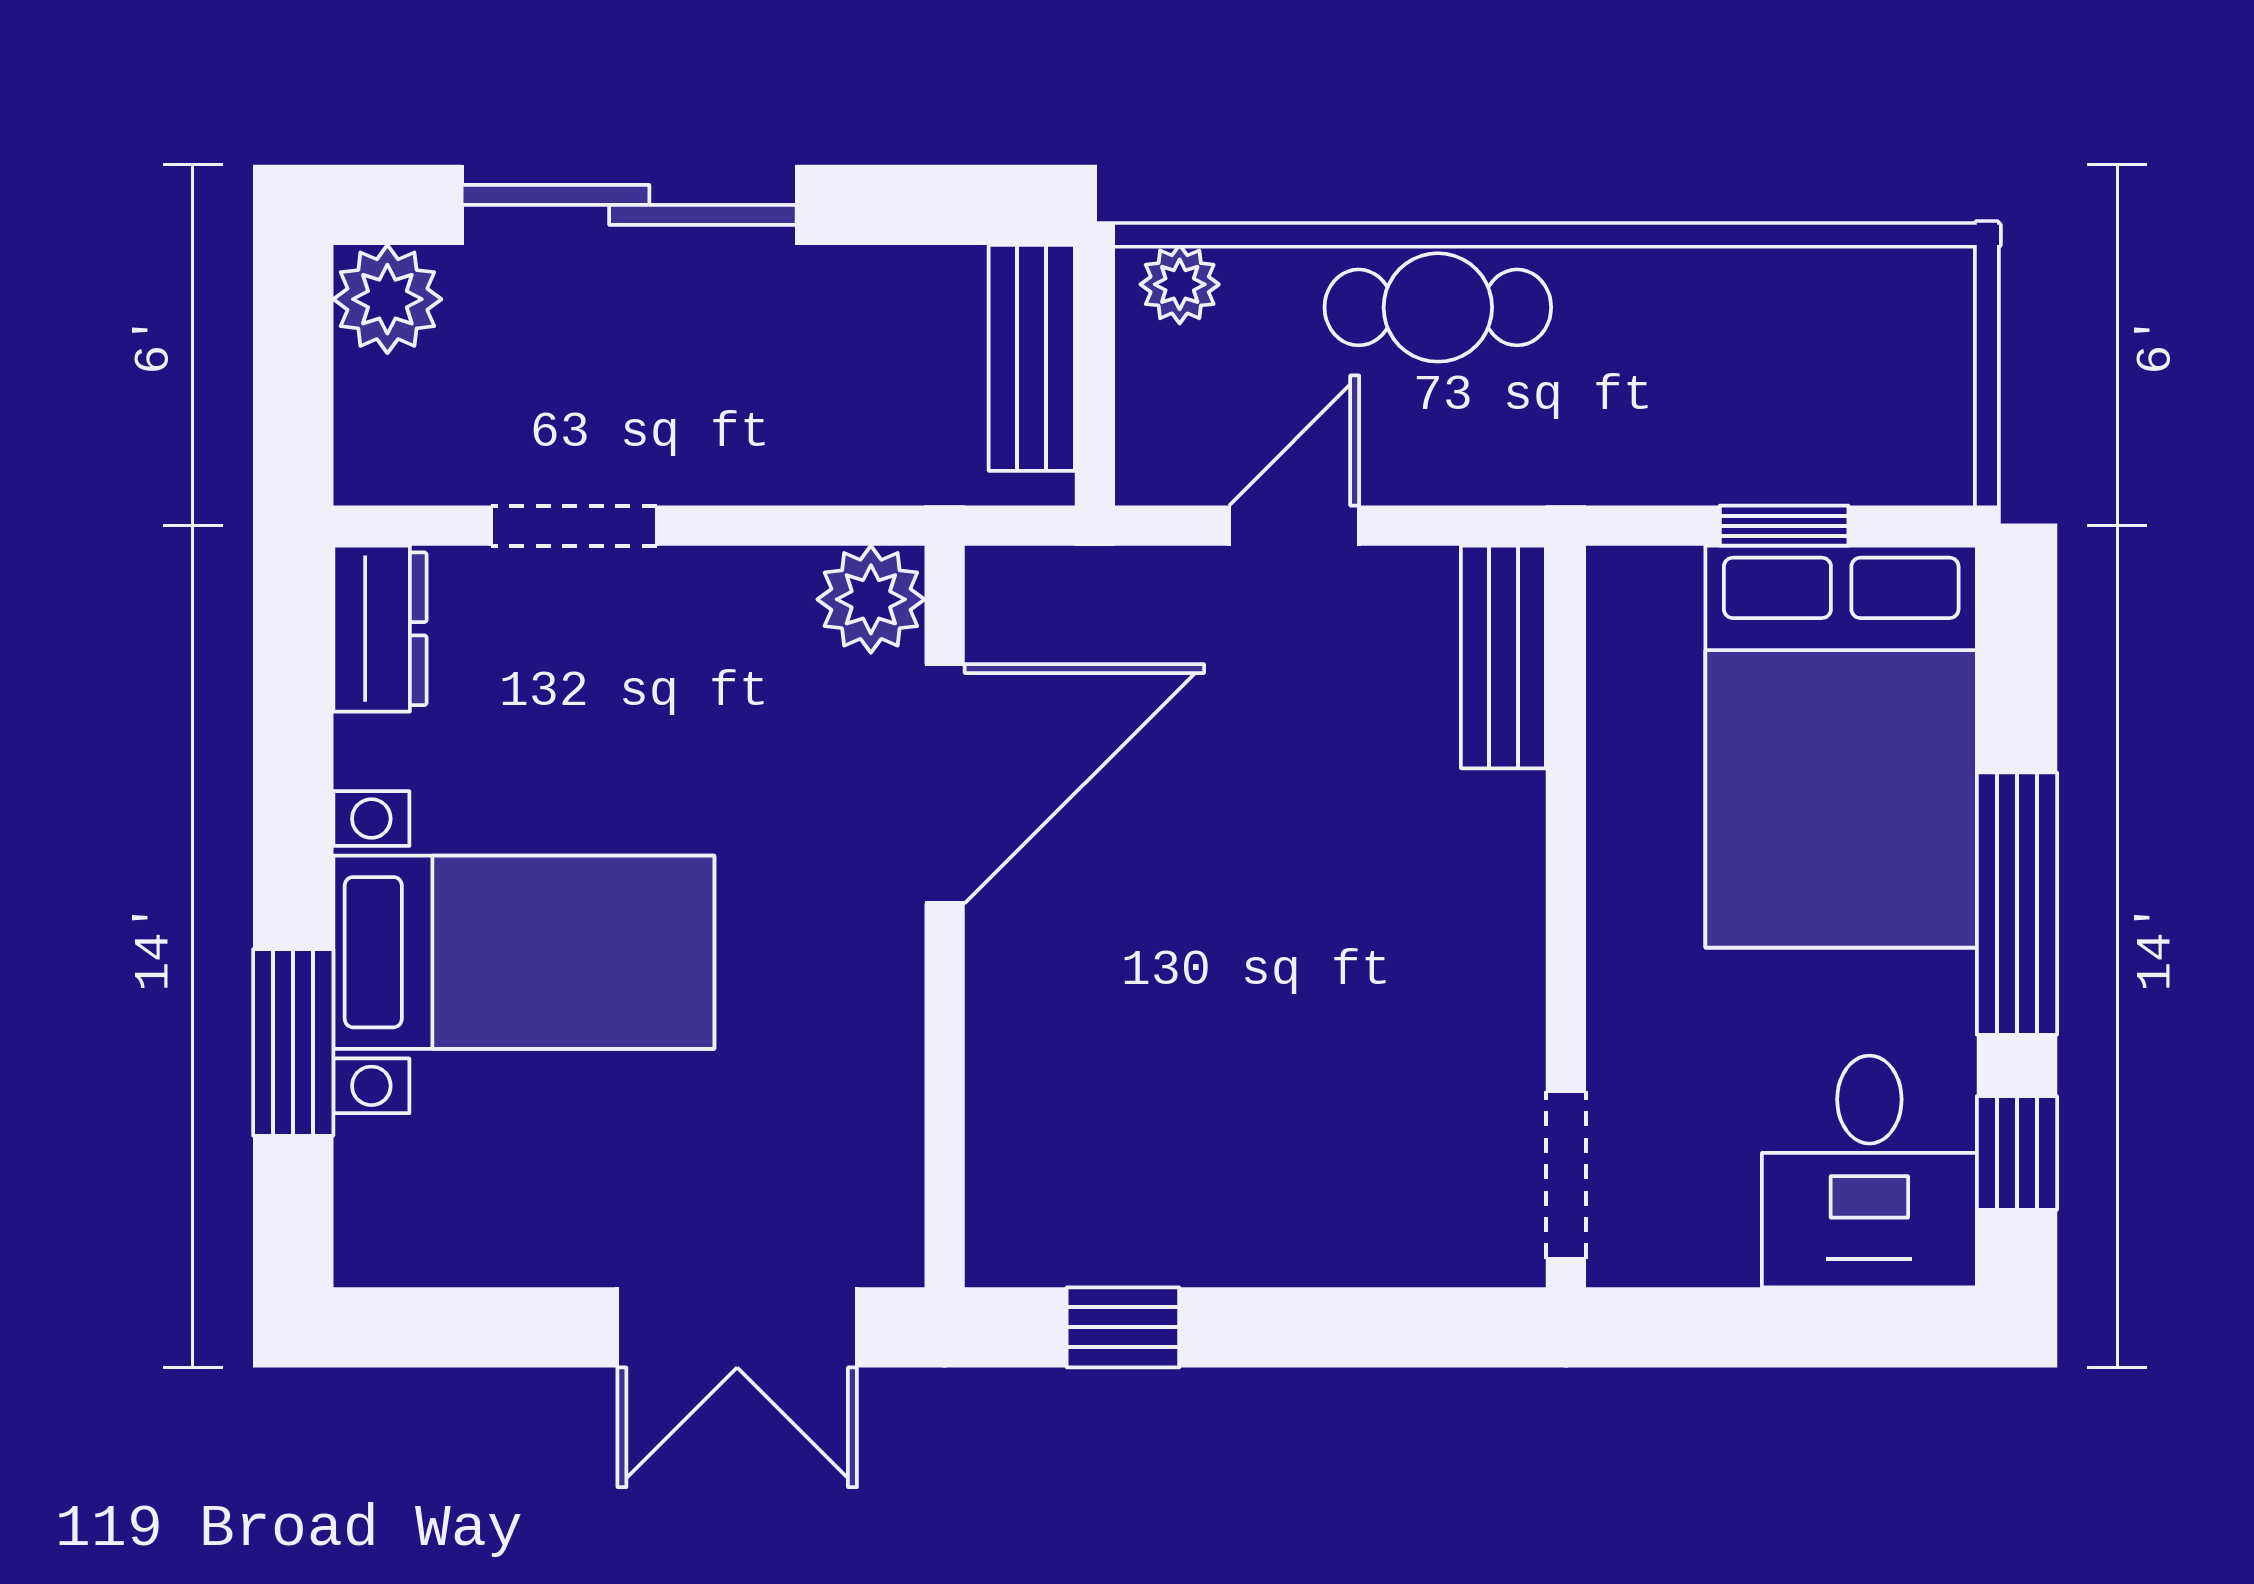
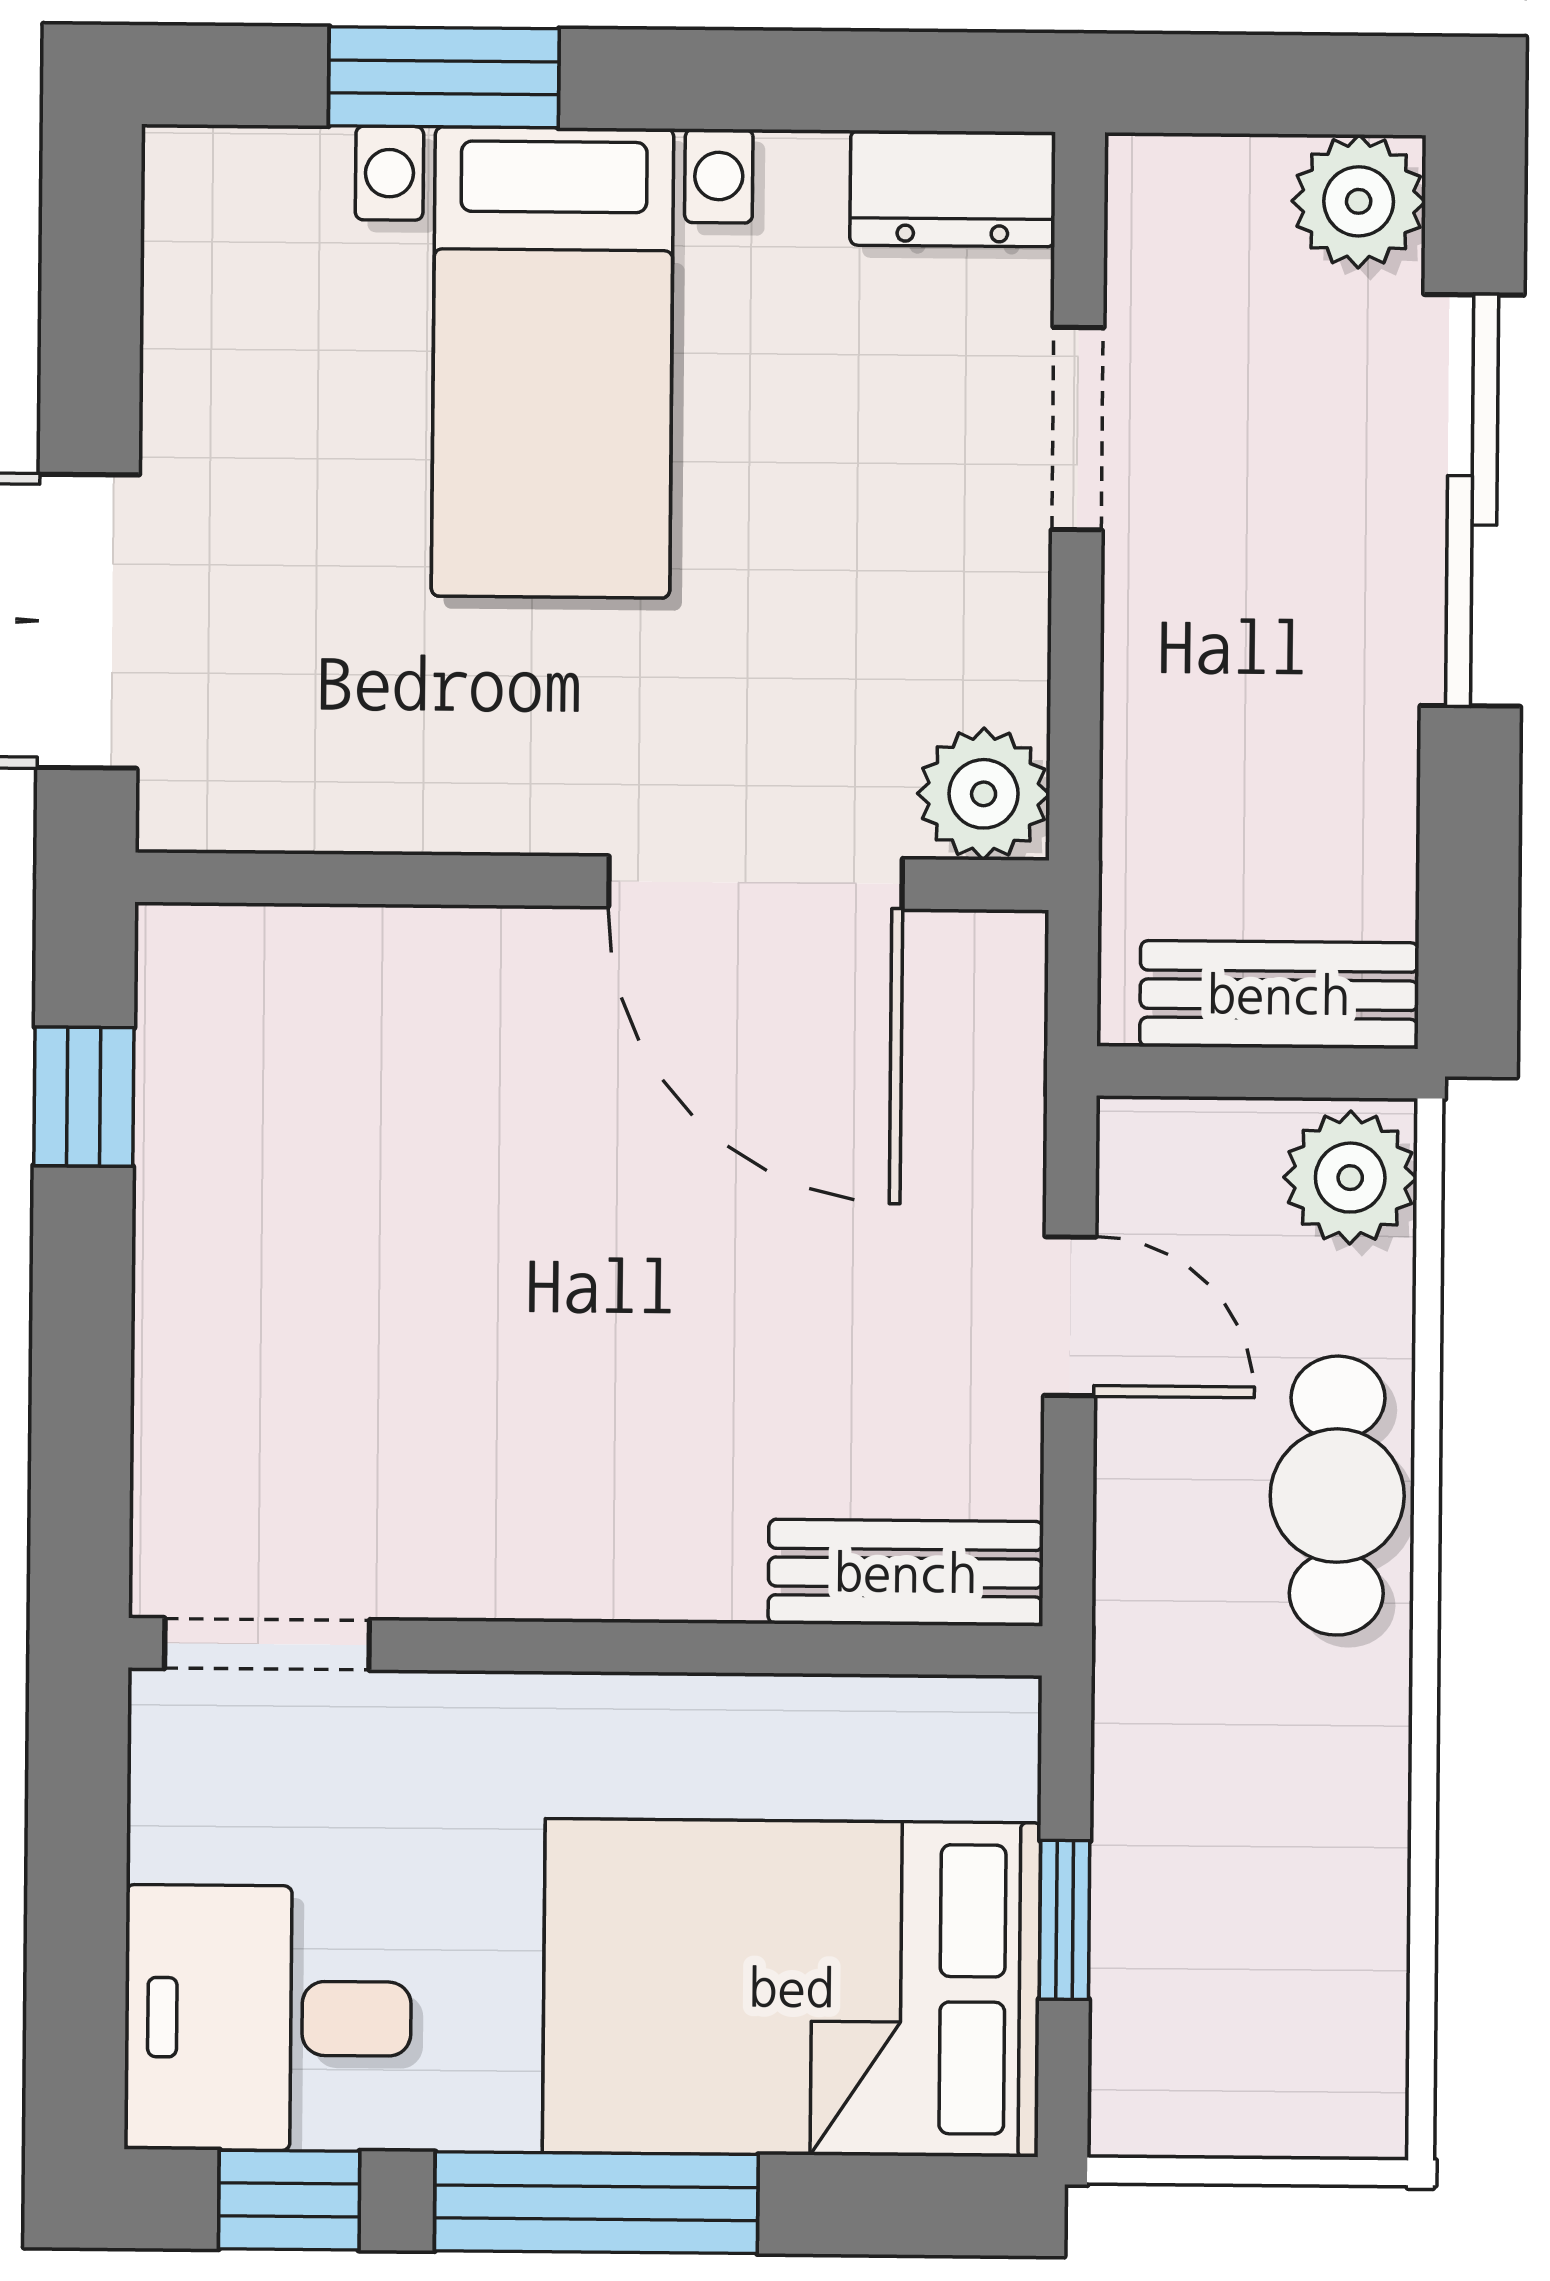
plant: (1180, 284) -> (1350, 1178), width x1.38, depth x1.38

